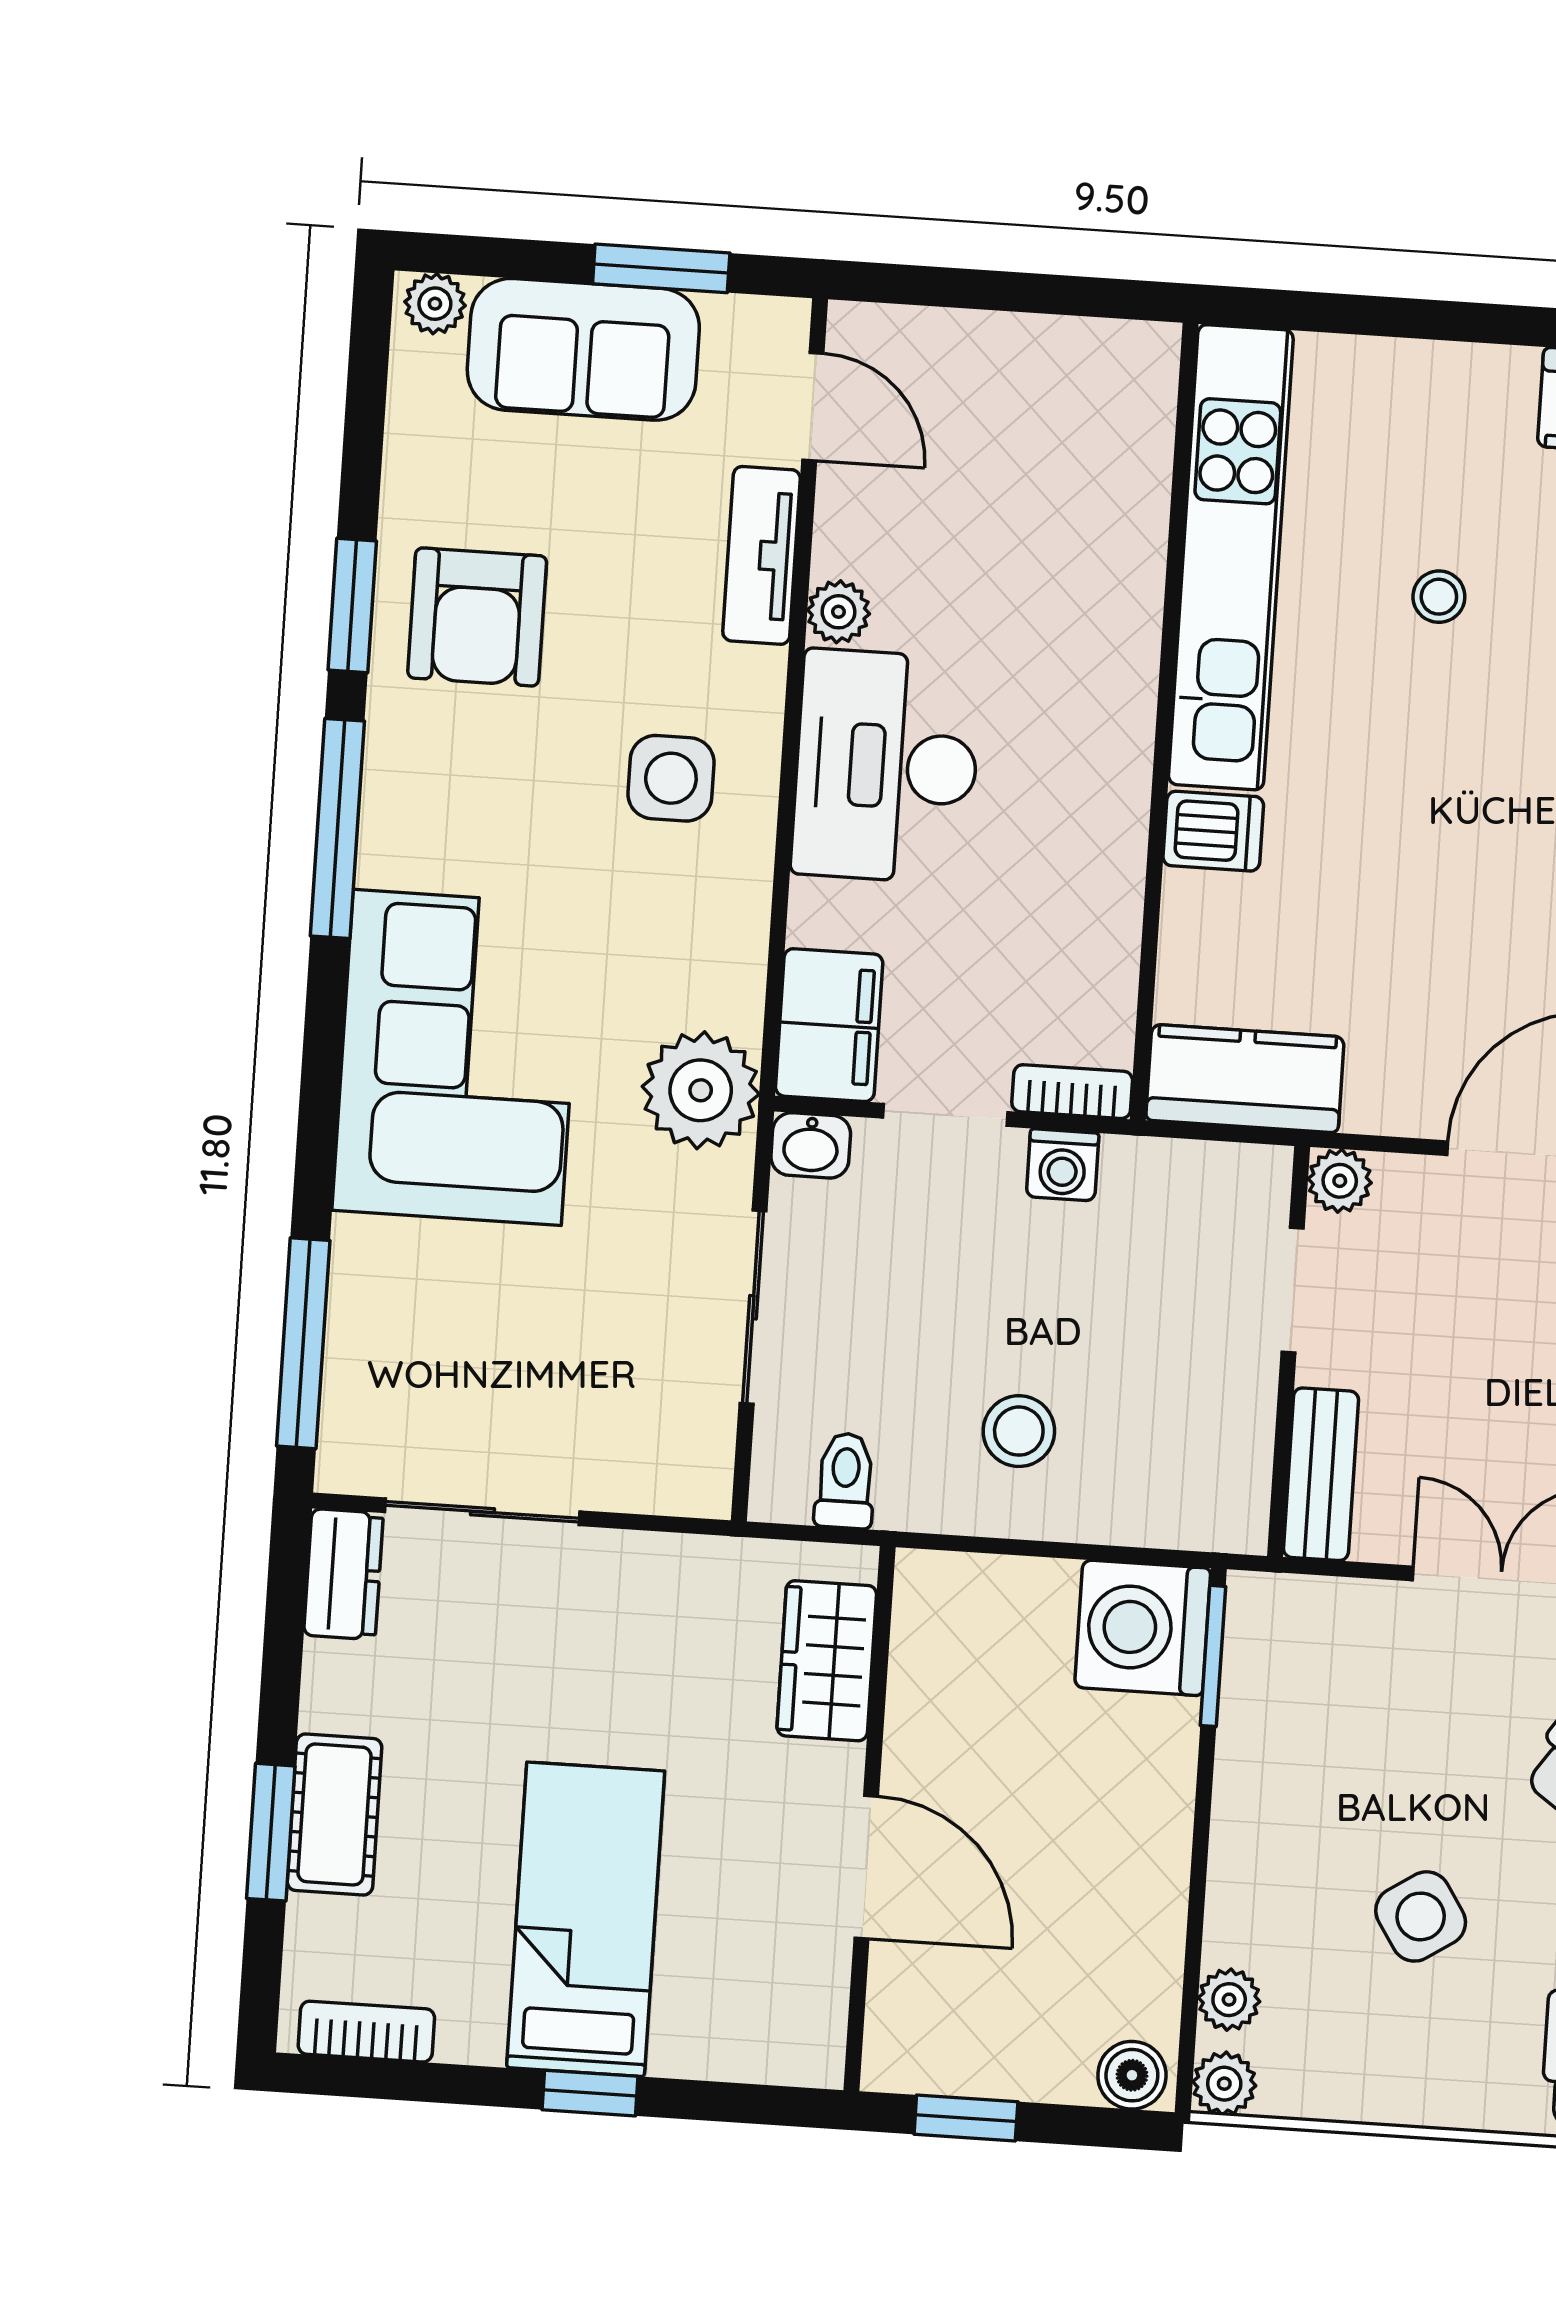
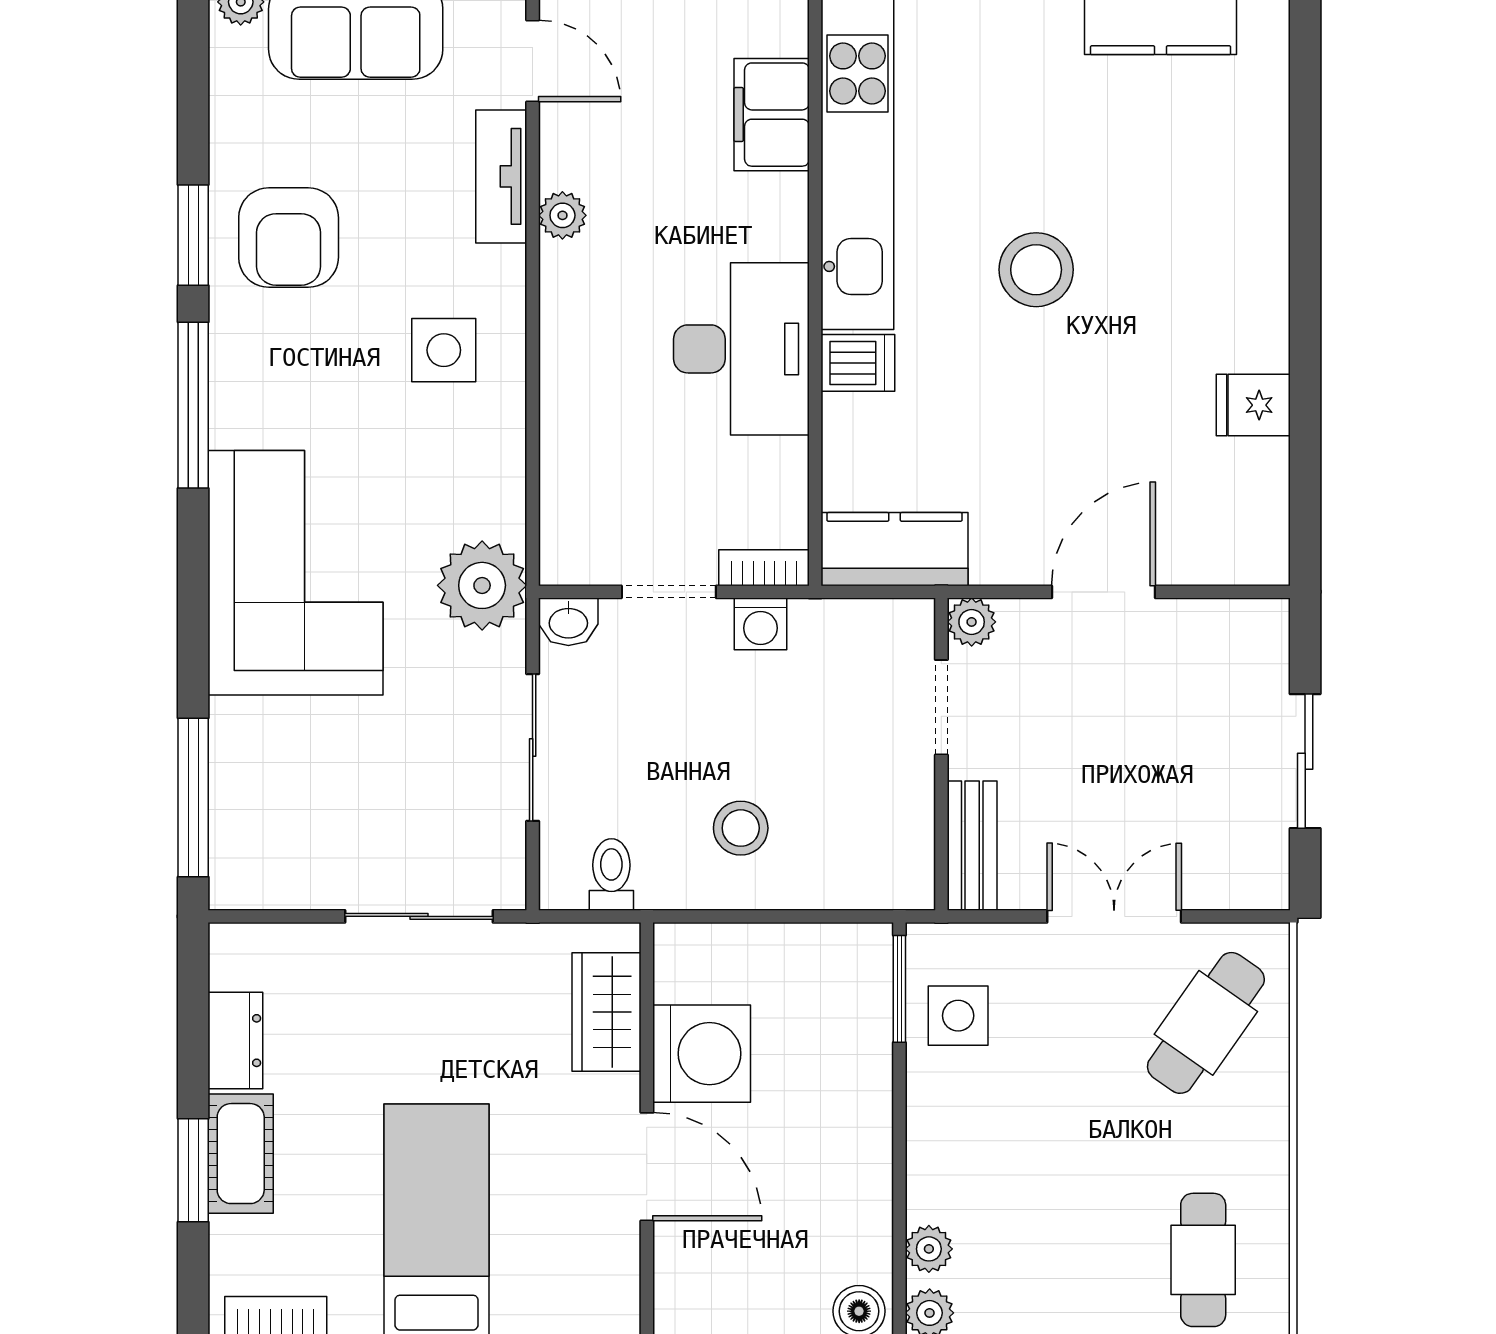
stool: (1439, 597) -> (1036, 270), moved, width x1.89, depth x1.89
desk: (886, 766) -> (741, 349), moved, turned 180
filing cabinet: (829, 1025) -> (772, 115), moved, turned 180
sliding door: (482, 1512) -> (419, 916), moved
dresser: (344, 1574) -> (235, 1041), moved
washing machine: (1143, 1628) -> (702, 1054), moved, turned 180
side table: (1421, 1916) -> (958, 1016), moved, turned 33

